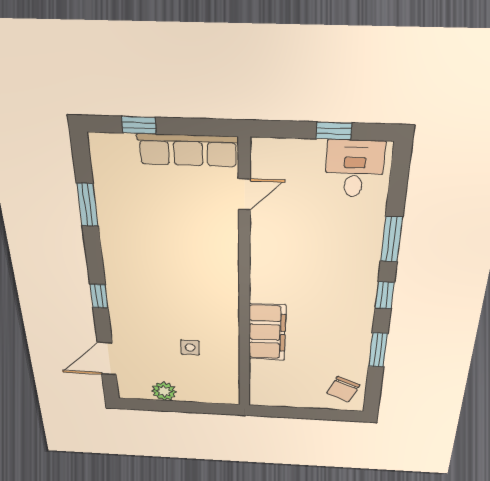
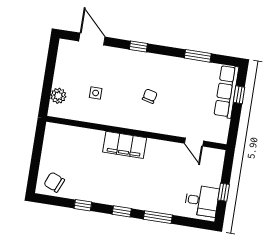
row of seats: (188, 150) -> (226, 91), moved
chair: (177, 272) -> (150, 96), added
filing cabinet: (267, 332) -> (125, 145), moved
window: (378, 350) -> (83, 205), width x0.67
plant: (164, 391) -> (58, 96), moved

